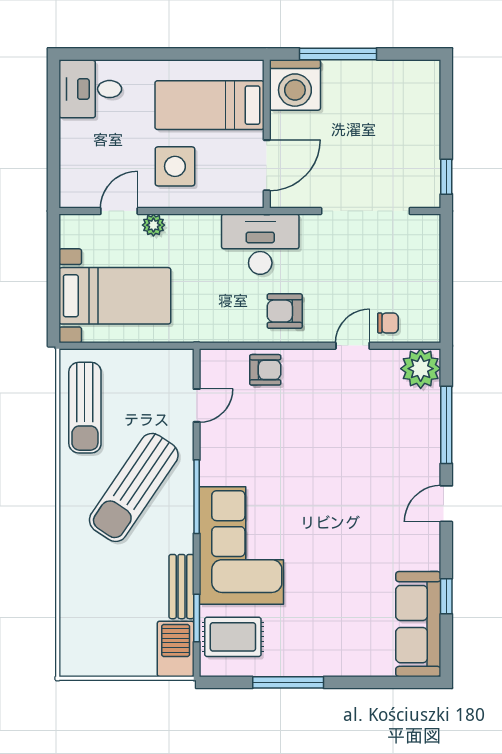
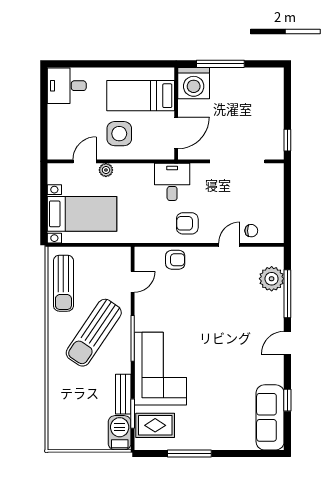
desk: (260, 244) -> (172, 182), width x0.73
plant: (421, 369) -> (272, 279), moved

